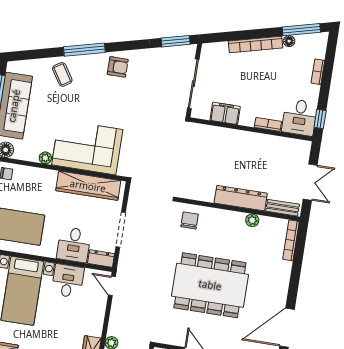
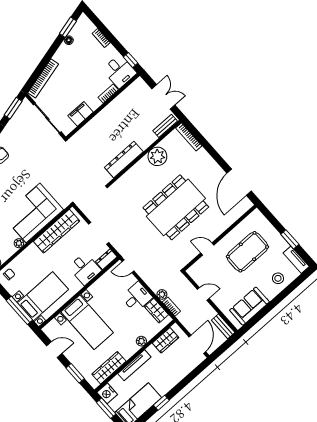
window: (301, 30) -> (68, 27), width x0.69
bookcase: (256, 45) -> (43, 78), moved
dresser: (241, 198) -> (124, 159), moved
chair: (190, 220) -> (127, 188), removed
plant: (252, 220) -> (157, 156), width x1.88, depth x1.88
desk: (68, 281) -> (137, 297), moved, turned 90

